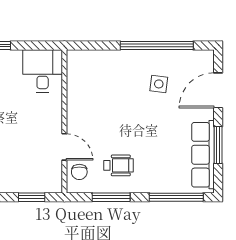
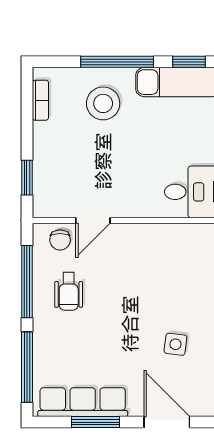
chair: (79, 172) -> (60, 240), turned -90
window: (111, 197) -> (27, 282), width x1.44

